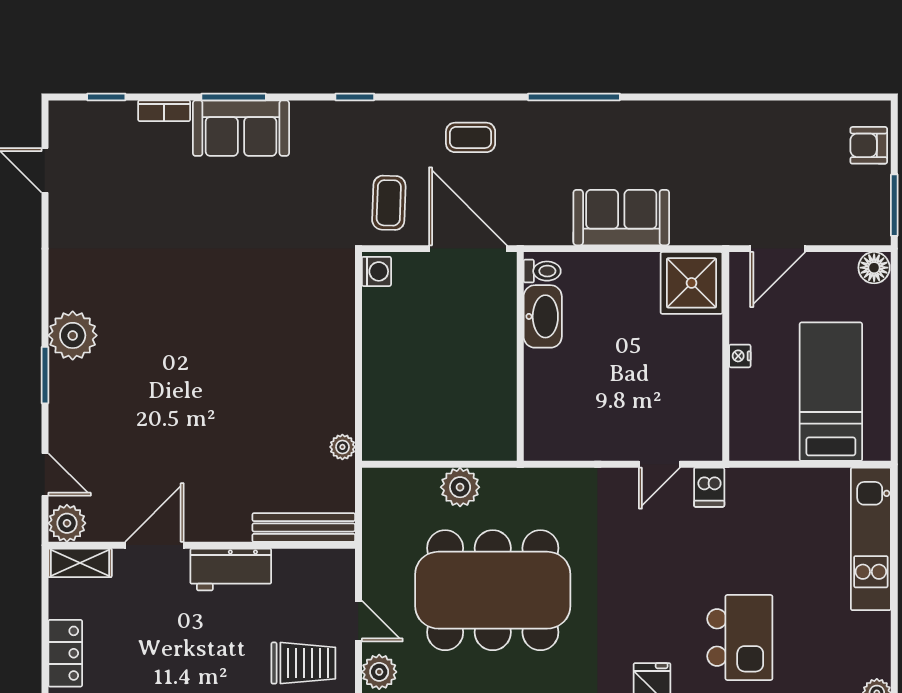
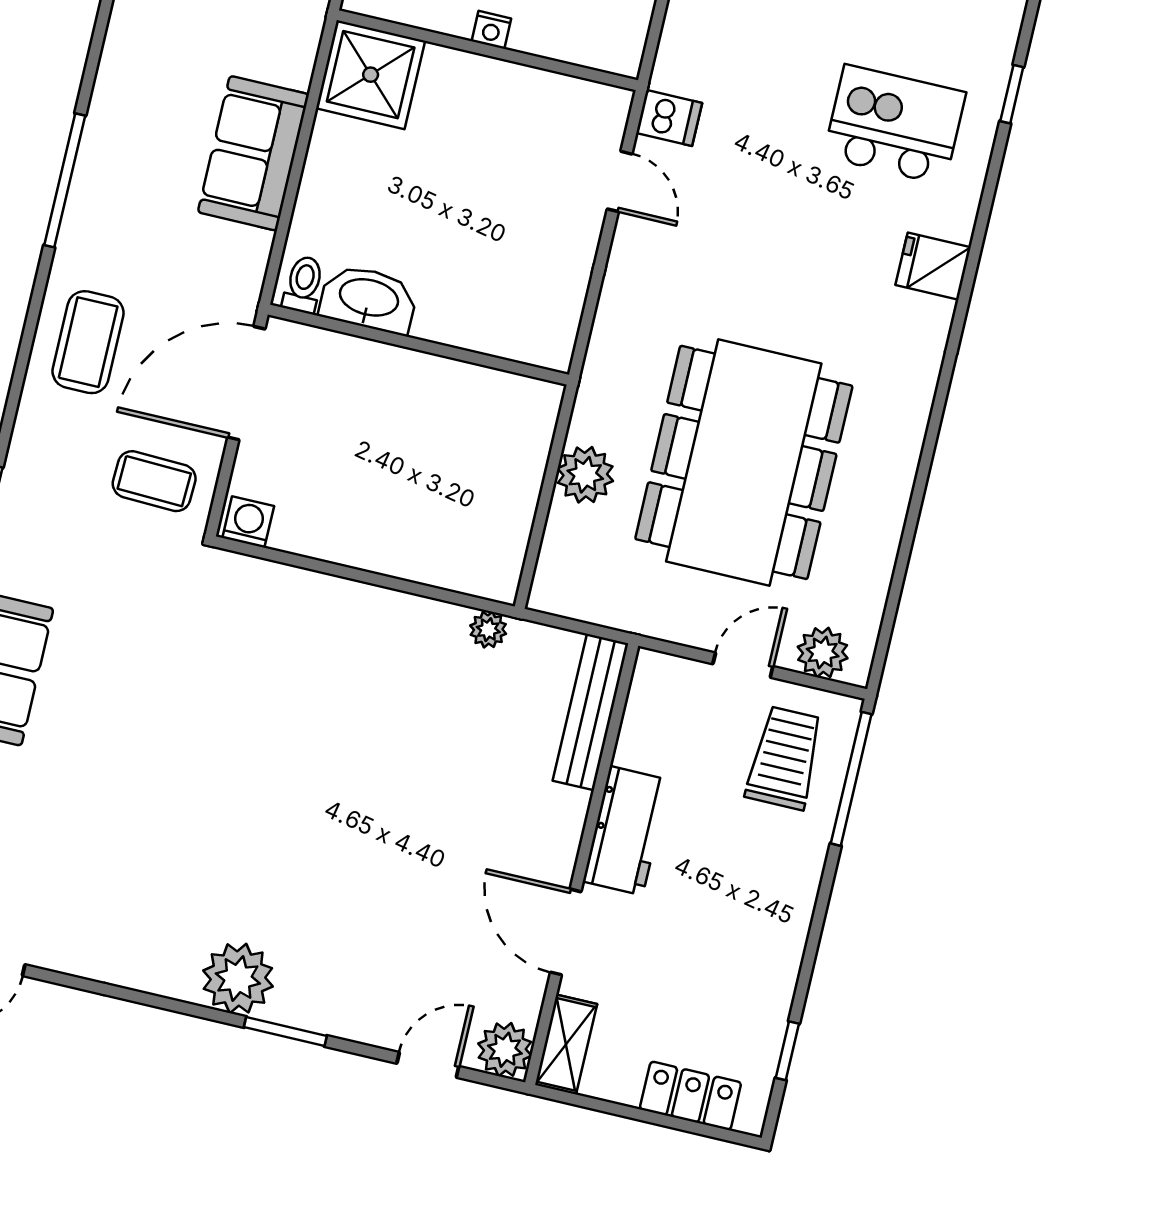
coffee table: (471, 137) -> (88, 342), width x1.36, depth x1.30

